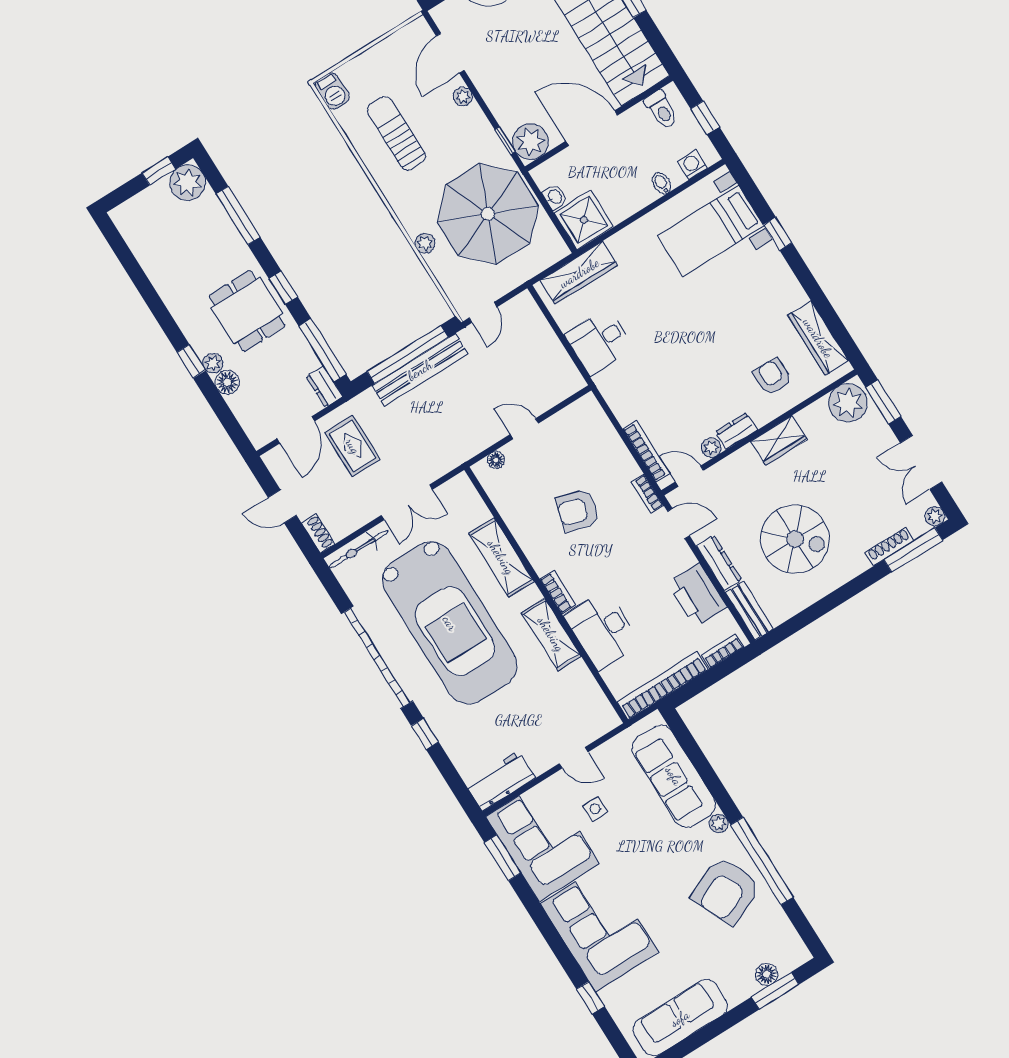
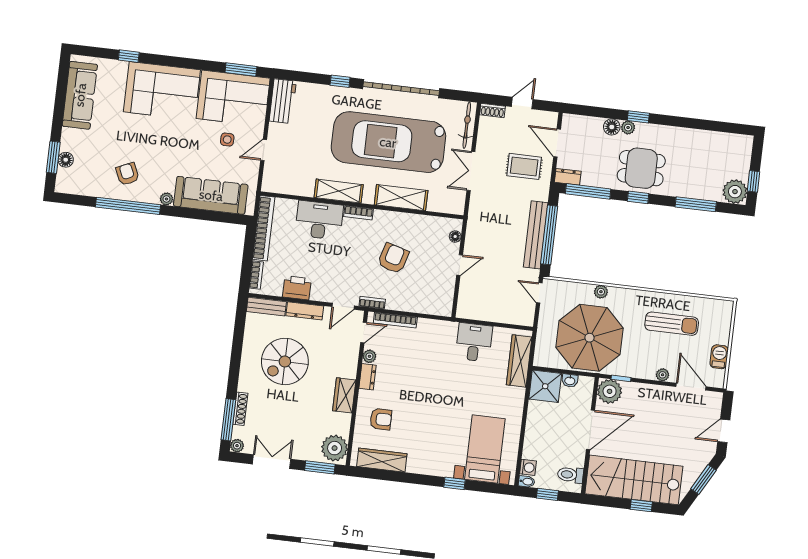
barbecue: (332, 91) -> (719, 357), moved, turned 90
bidet: (662, 183) -> (527, 482), moved
printer: (697, 595) -> (297, 288), width x0.73, depth x0.84
armchair: (726, 891) -> (128, 174), width x0.53, depth x0.53

